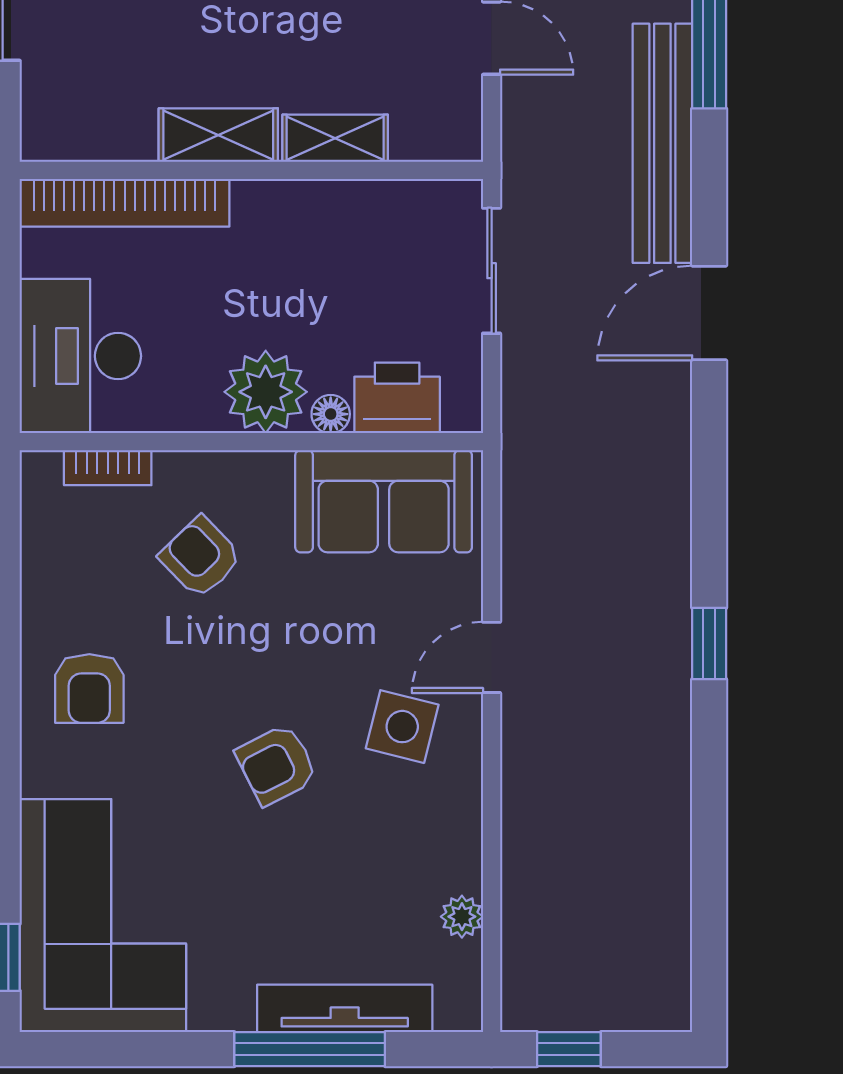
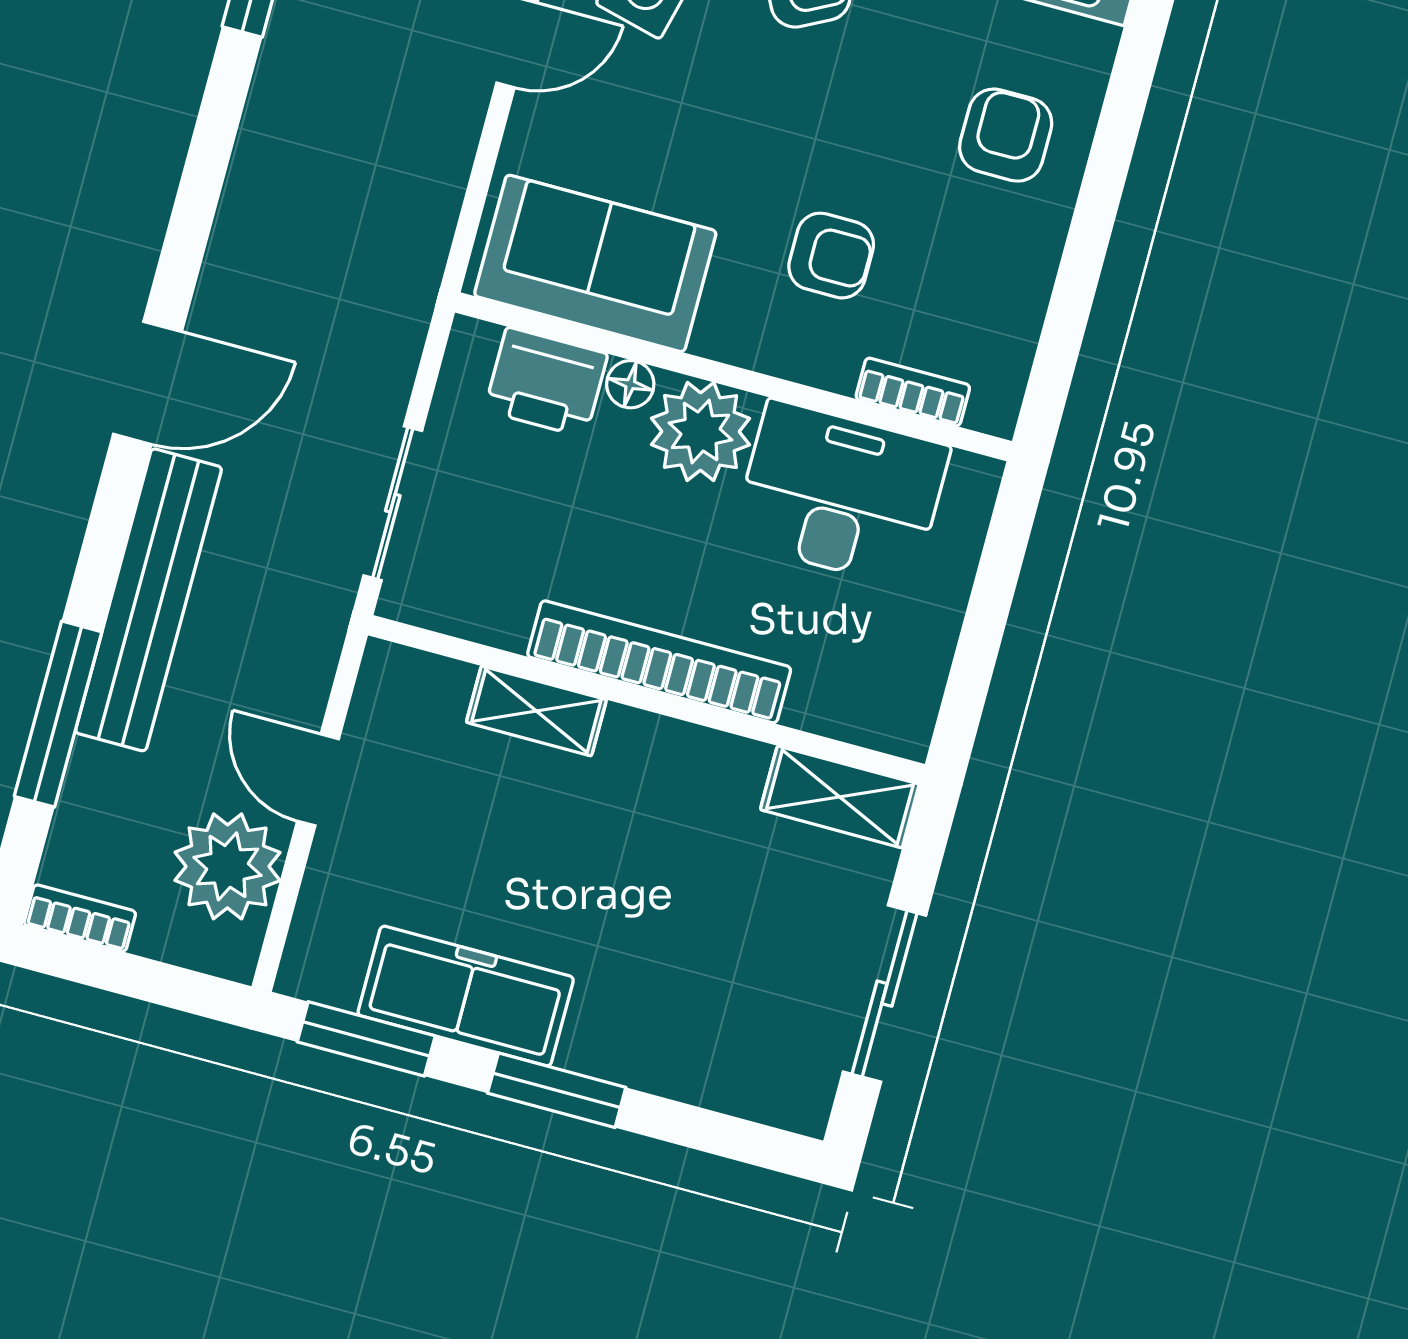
shelving: (218, 135) -> (840, 797), moved
bookcase: (125, 203) -> (659, 662), moved
desk: (80, 356) -> (841, 494), moved, turned -90
armchair: (201, 557) -> (831, 256), turned -46

